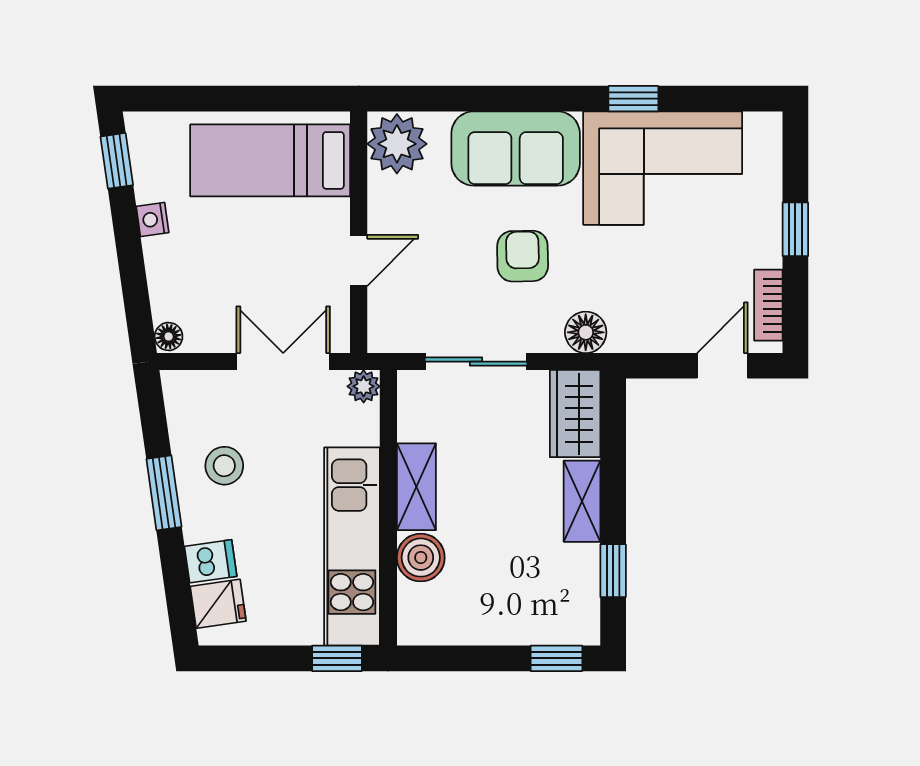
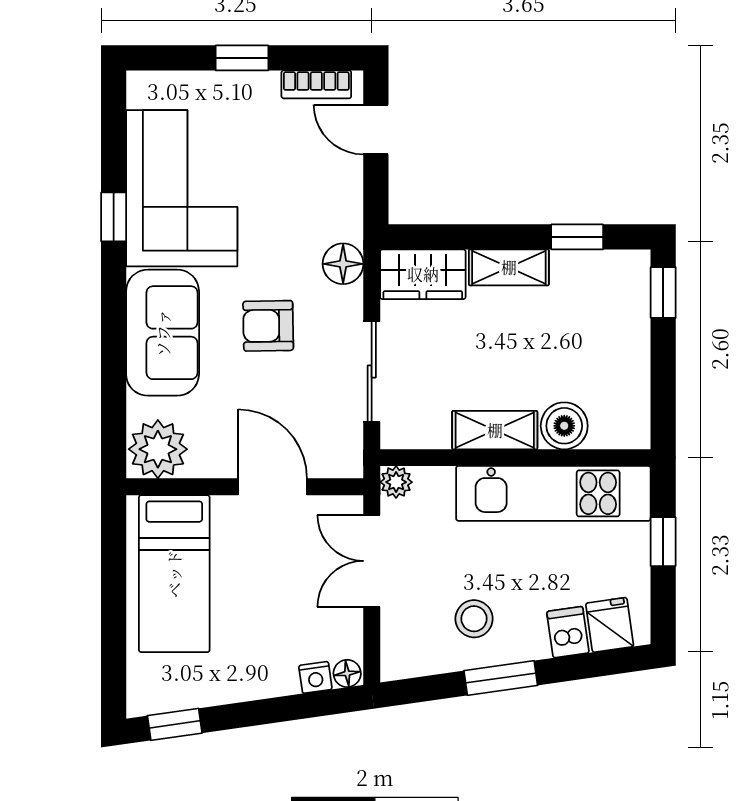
nightstand: (152, 219) -> (315, 677), moved
door: (359, 260) -> (273, 487), width x1.38
window: (337, 658) -> (663, 542), moved

